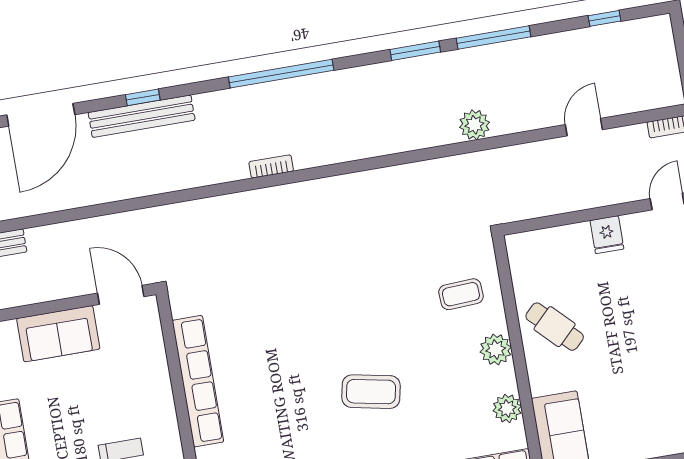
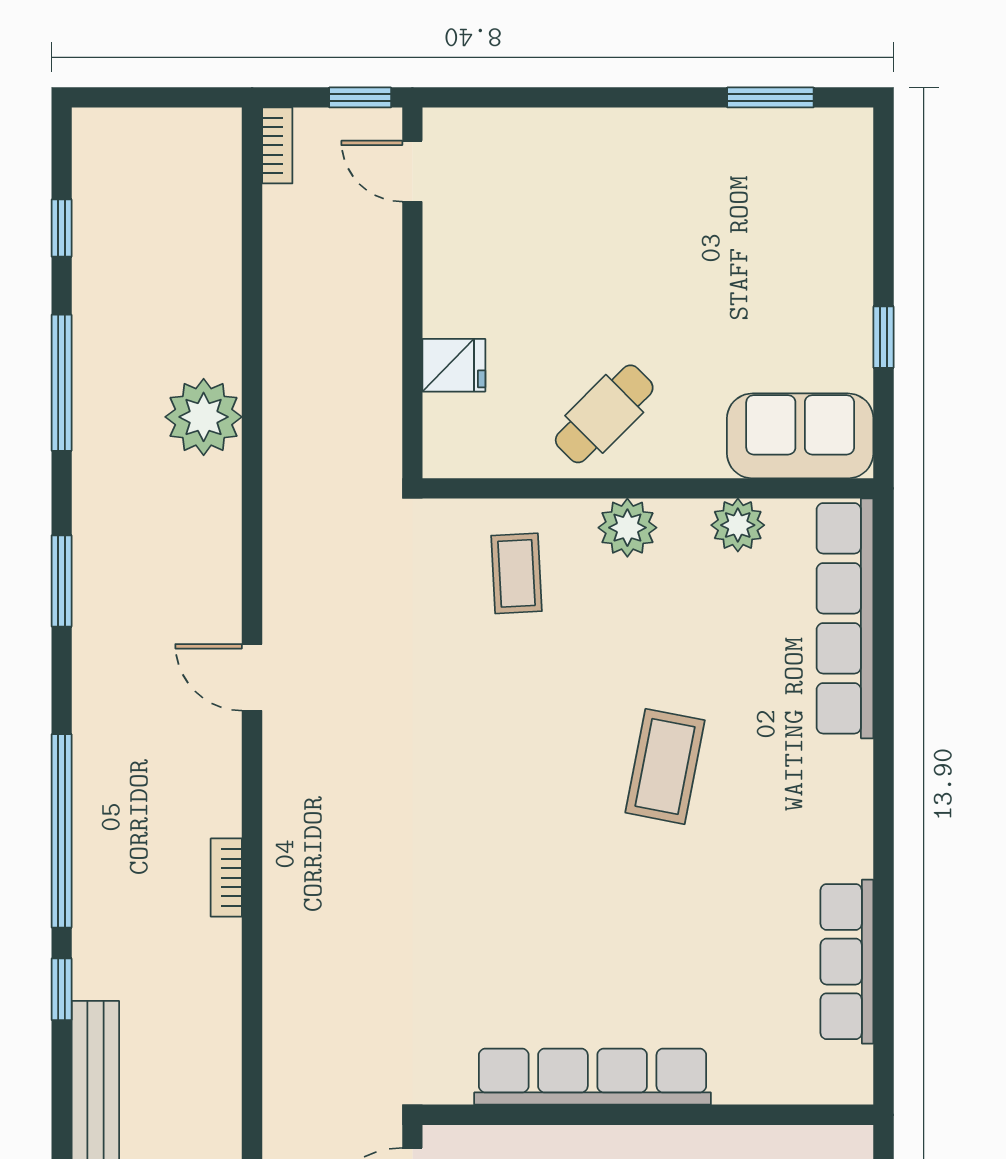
window: (493, 37) -> (62, 383), moved
window: (143, 97) -> (62, 989), moved
plant: (474, 125) -> (204, 417), moved, width x1.36, depth x1.36
door: (584, 127) -> (252, 677), moved
fridge: (607, 235) -> (454, 365), moved

